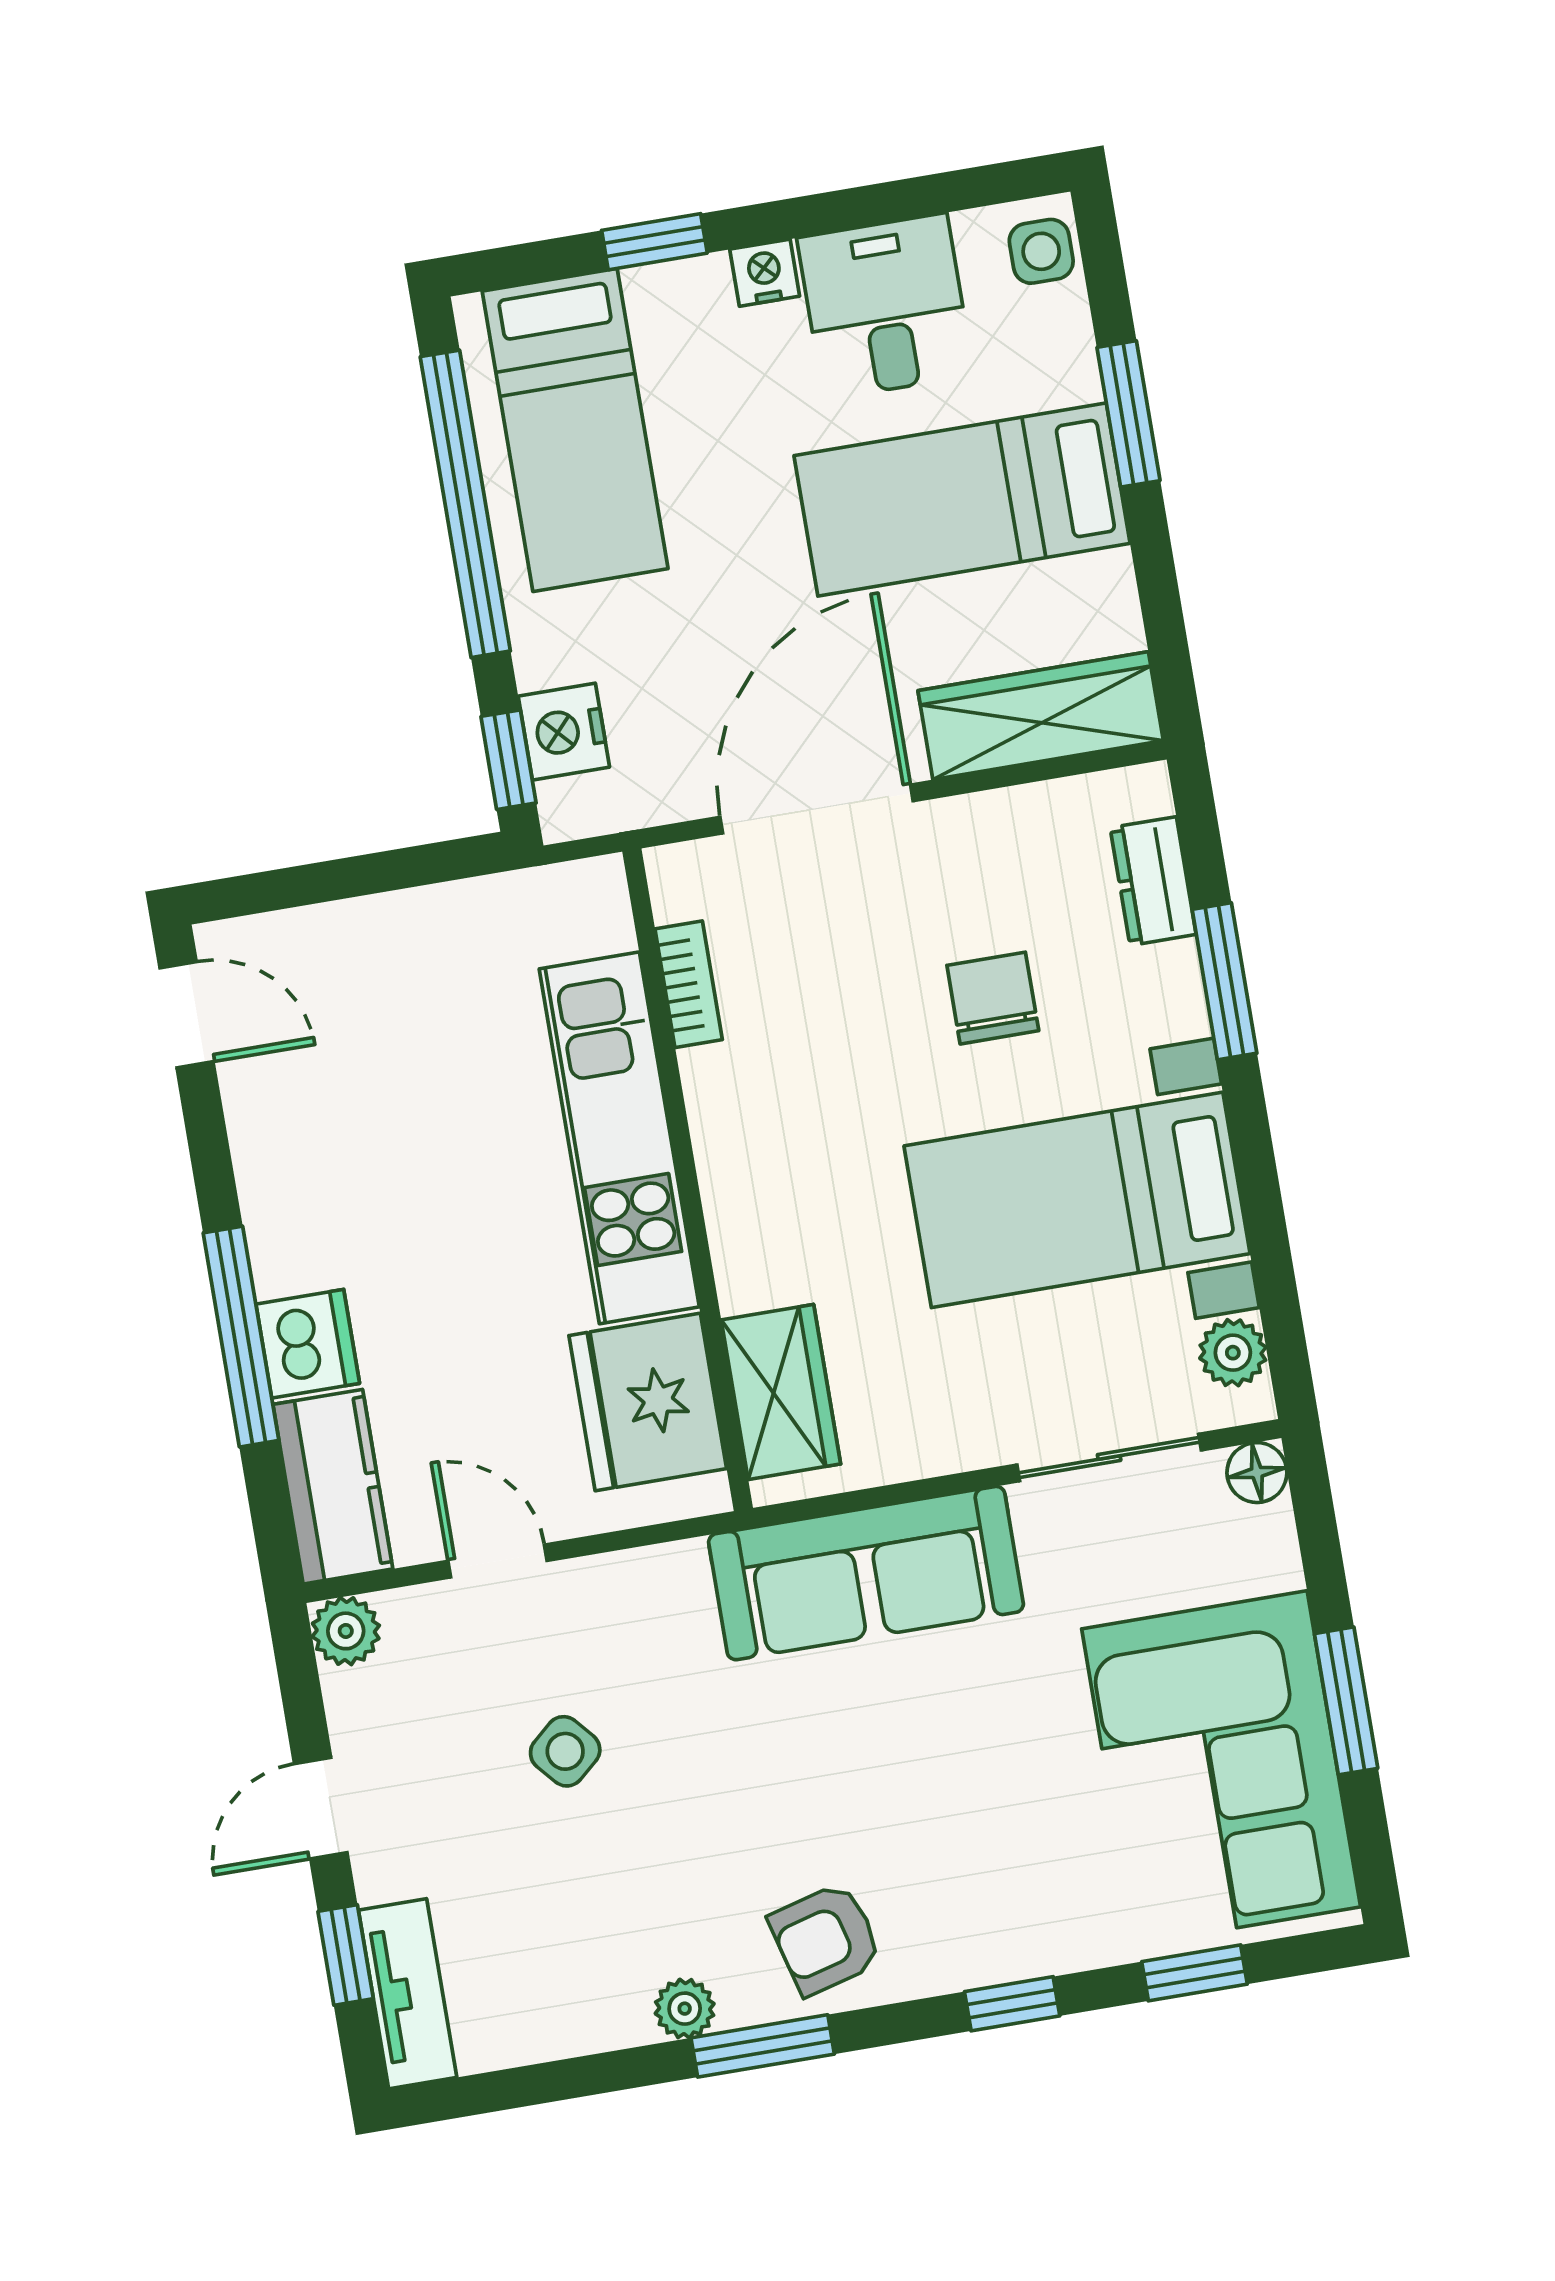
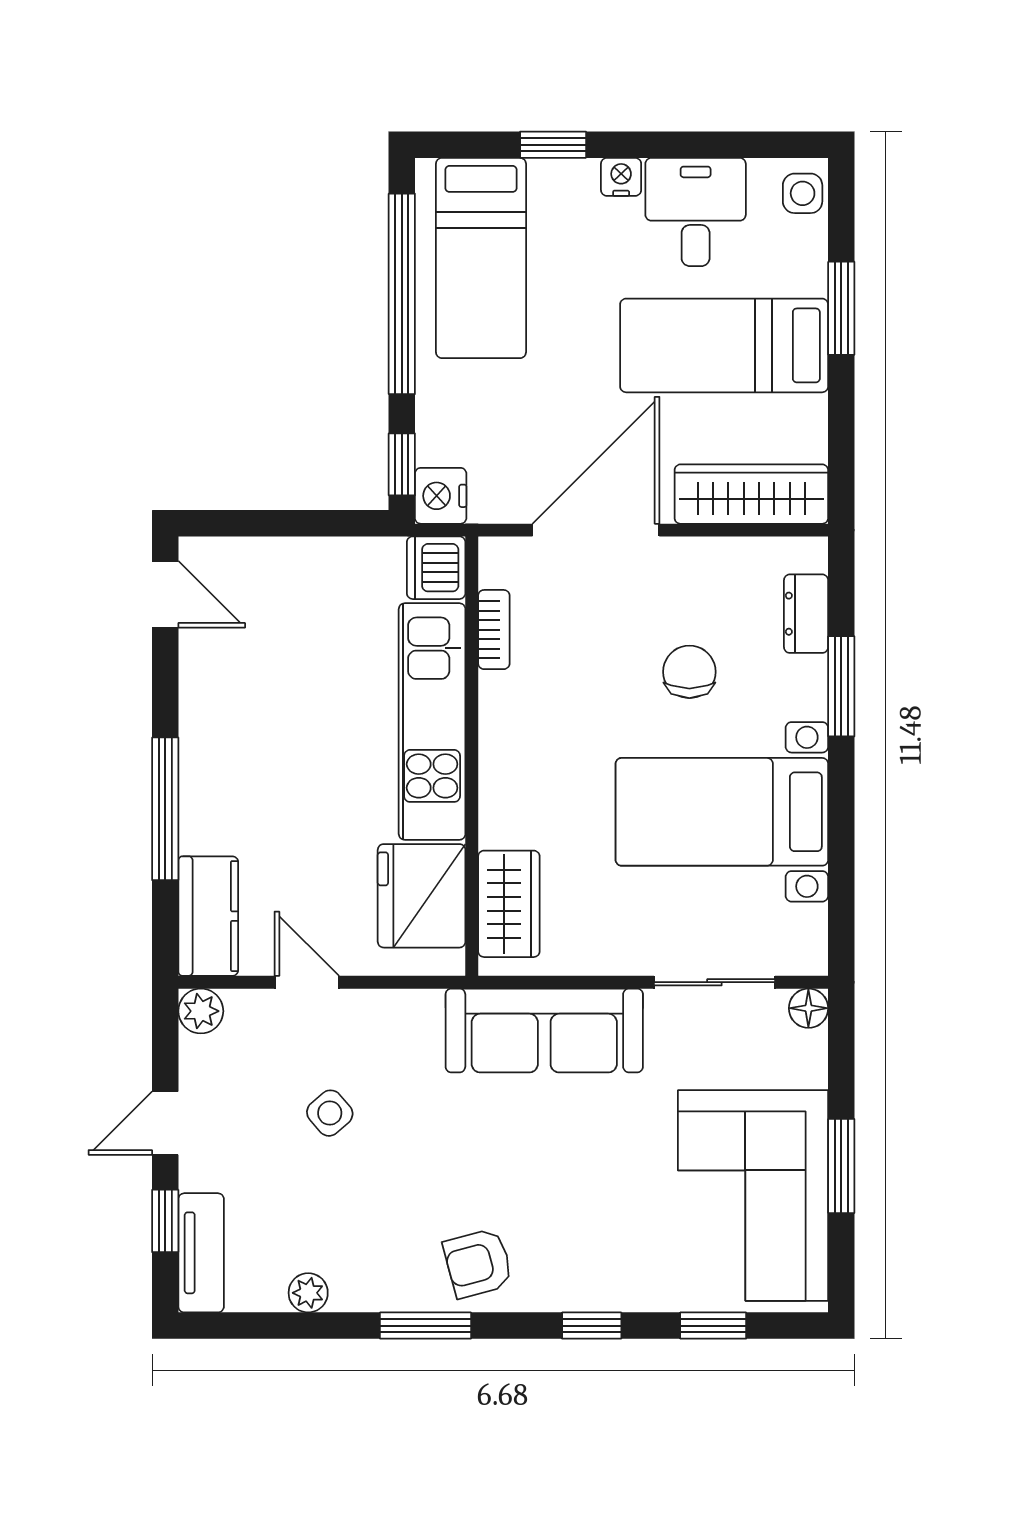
nightstand: (564, 732) -> (441, 496), moved
dishwasher: (308, 1344) -> (436, 568), moved, turned 180
plant: (1233, 1353) -> (806, 928), removed
plant: (685, 2009) -> (308, 1293), moved

